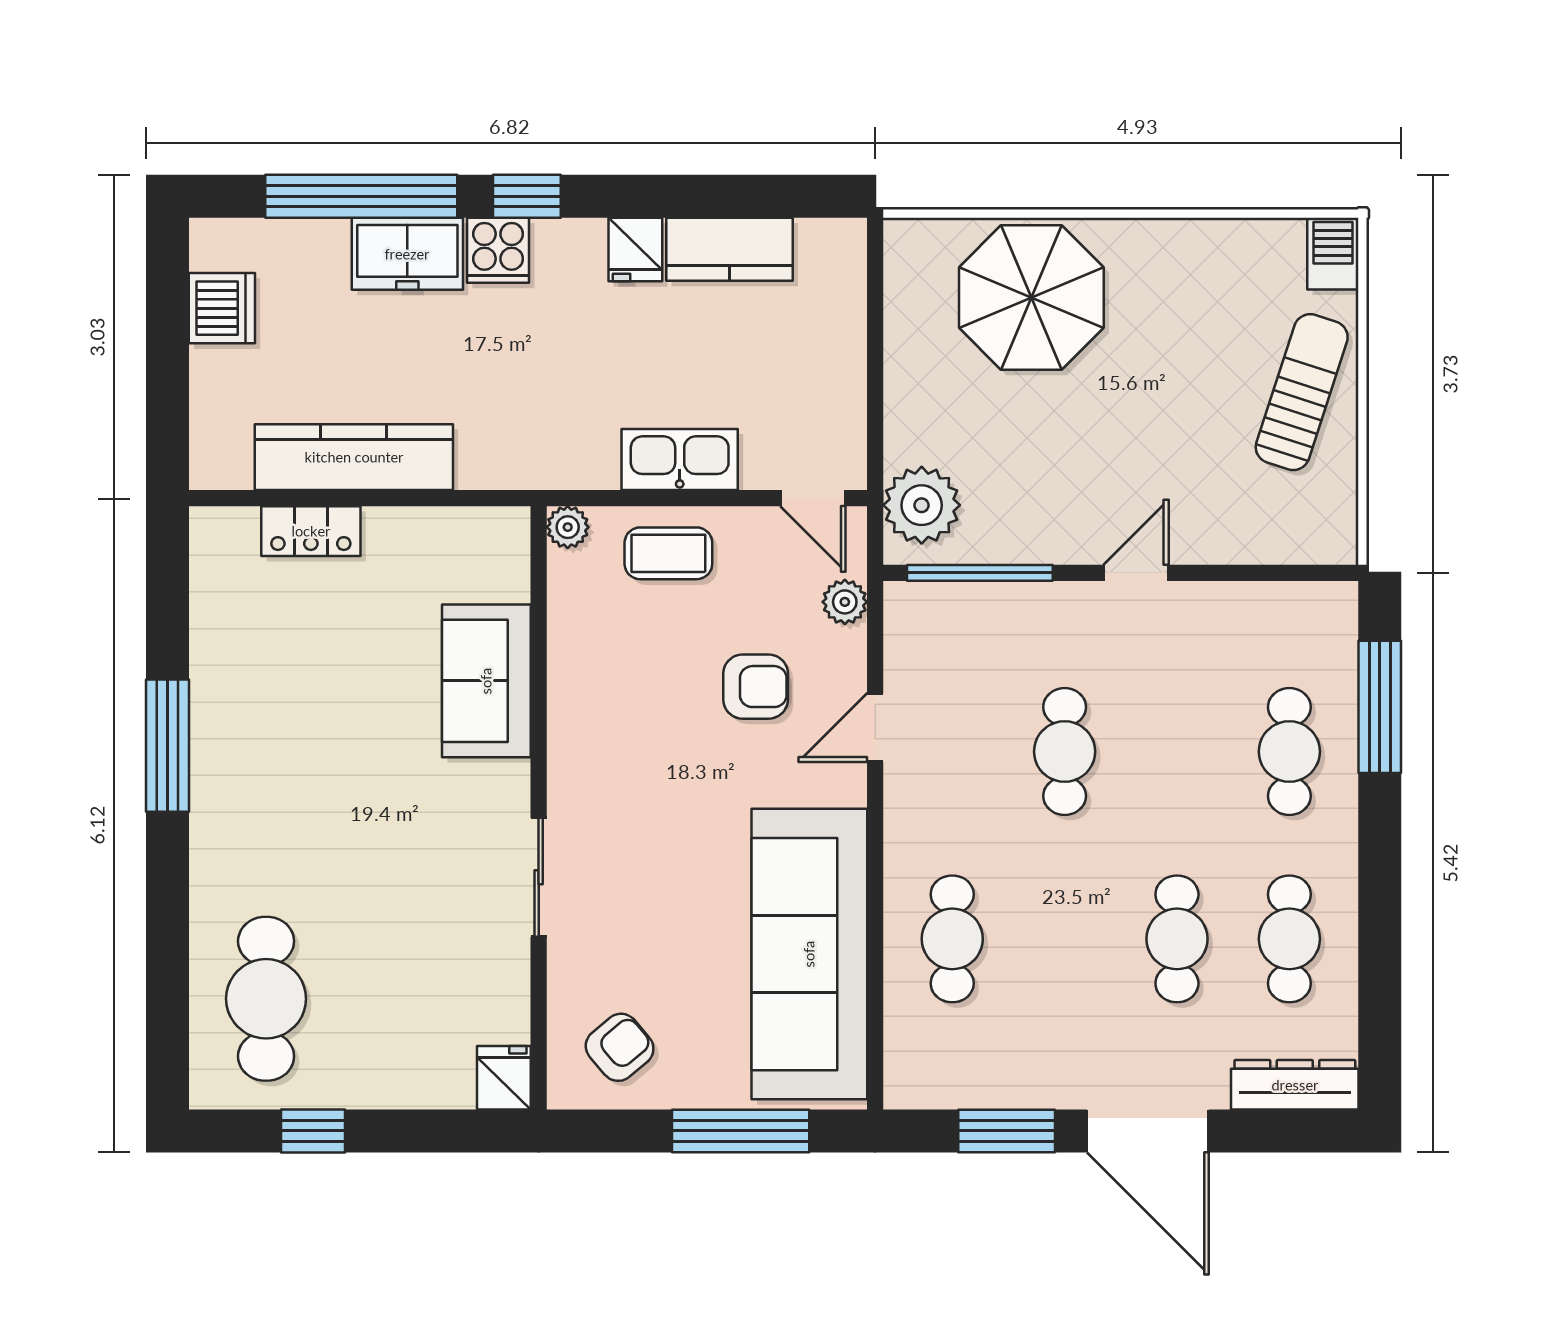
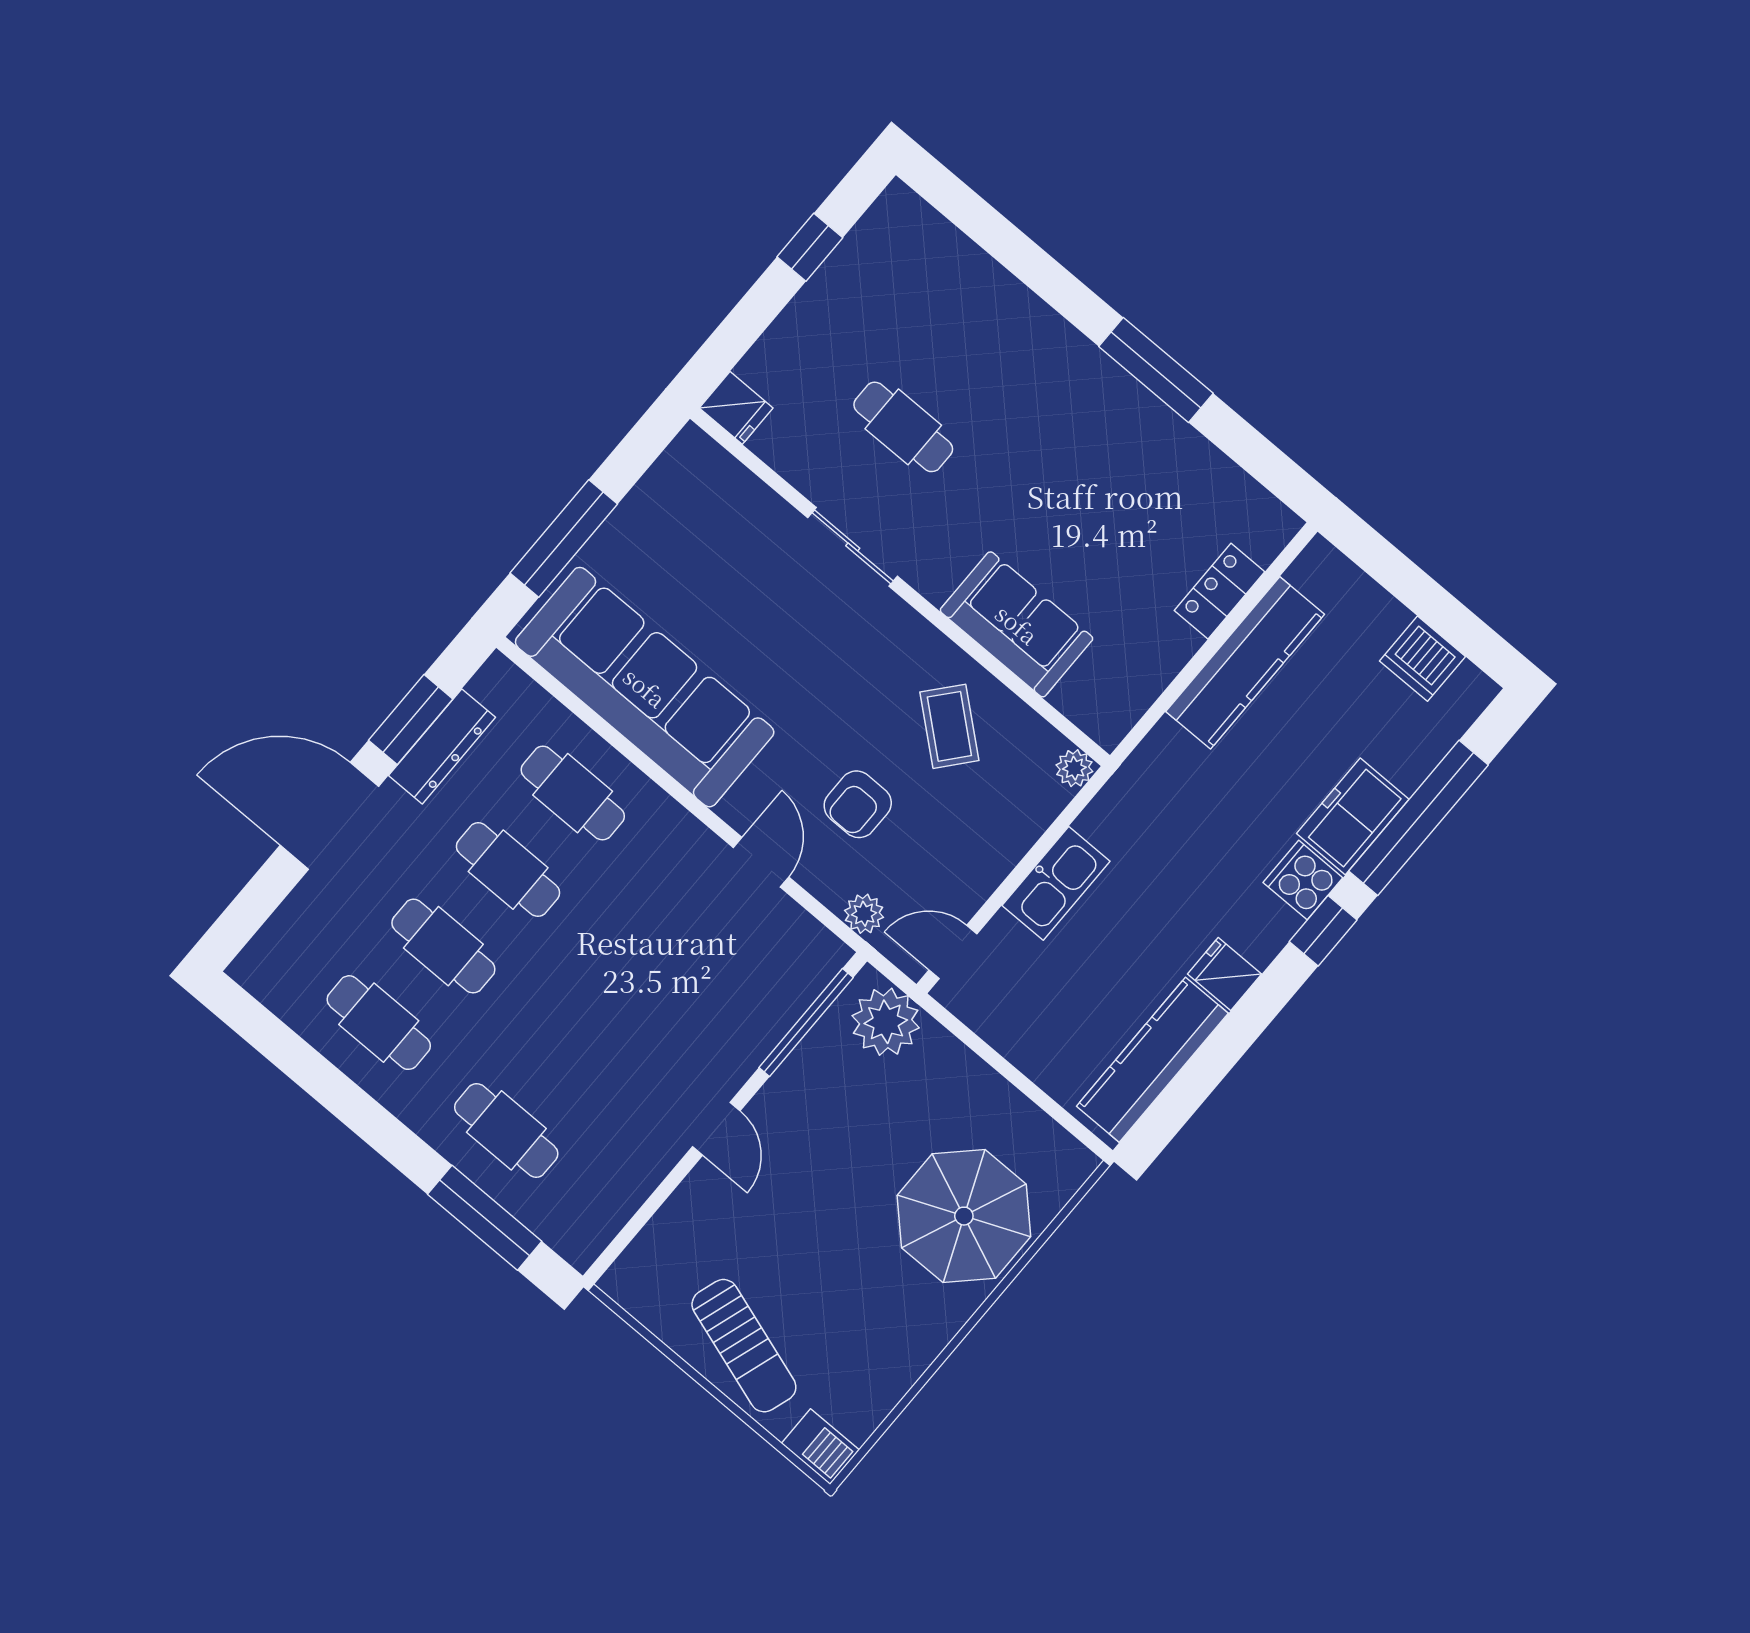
kitchen counter: (729, 249) -> (1152, 1060), width x1.50
coffee table: (668, 553) -> (949, 726), moved, turned -50
cafe table: (1065, 752) -> (508, 870), moved
cafe table: (266, 999) -> (903, 427), moved, width x0.73, depth x0.74
armchair: (620, 1047) -> (690, 504), removed
dresser: (1295, 1085) -> (442, 746), moved

